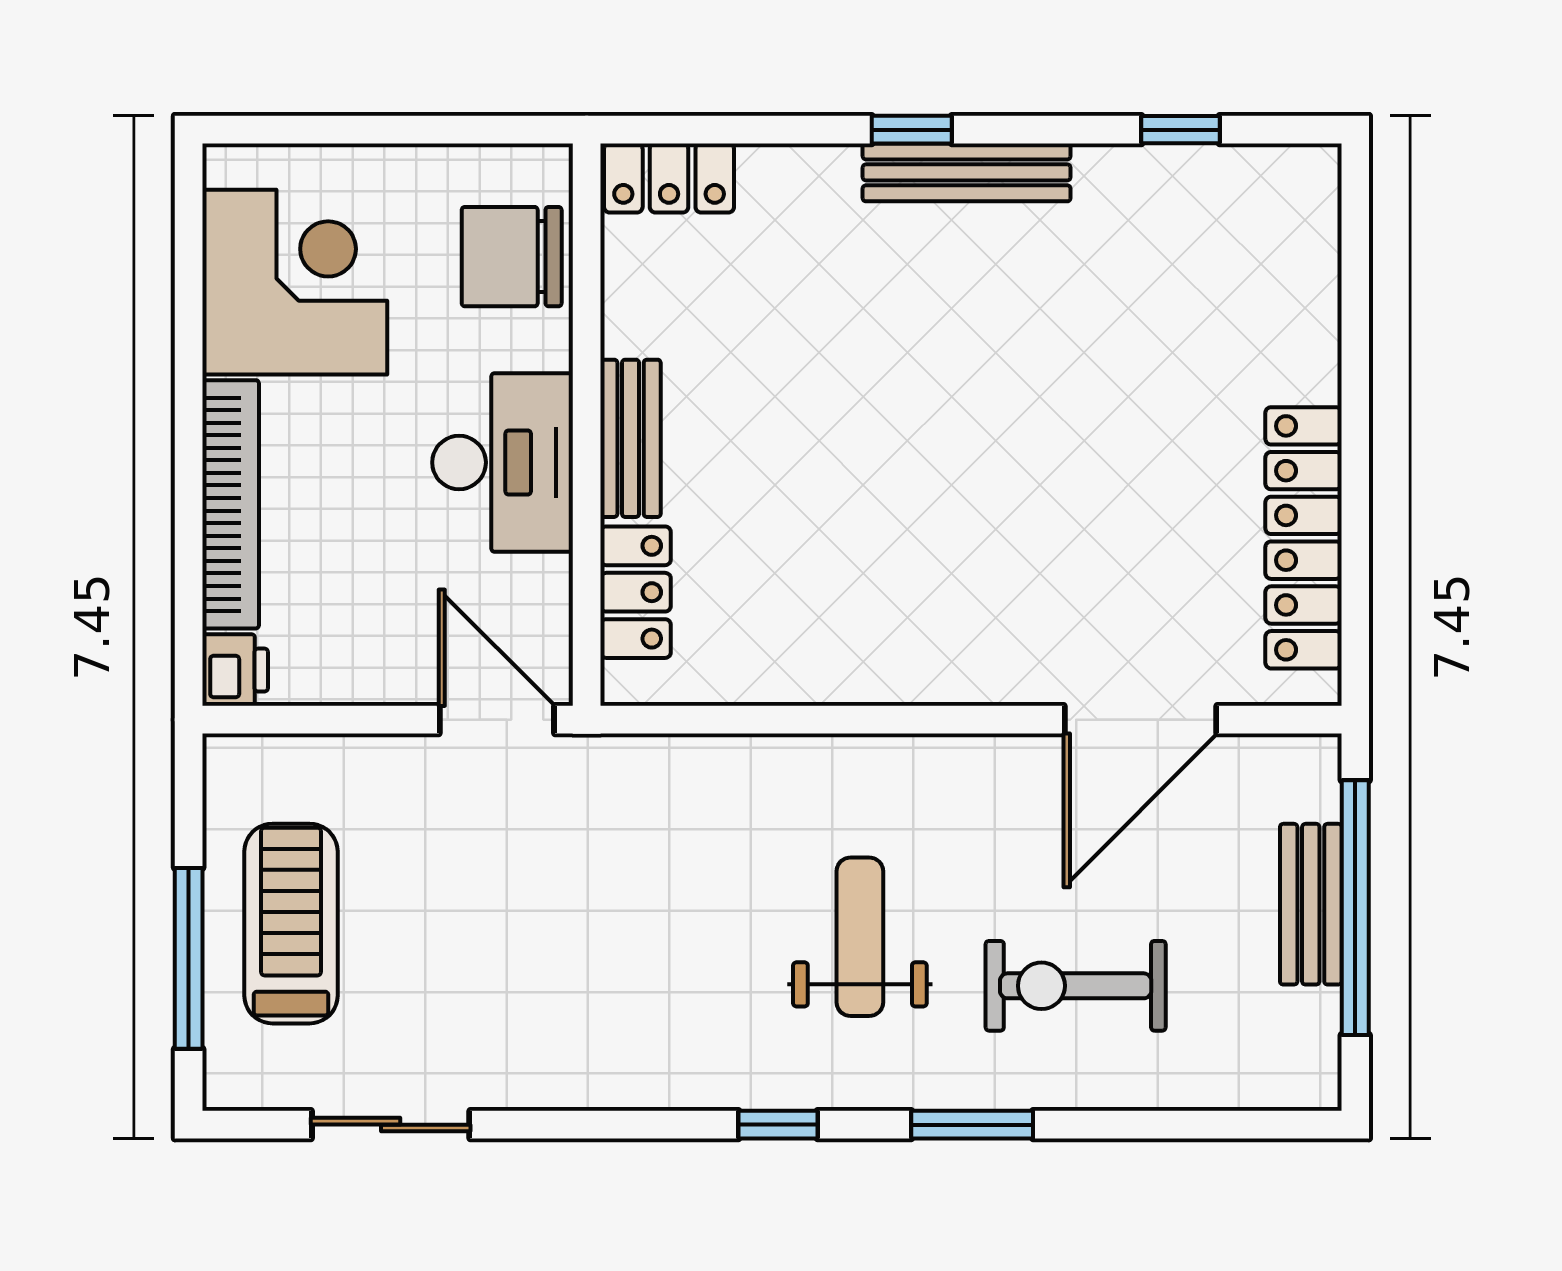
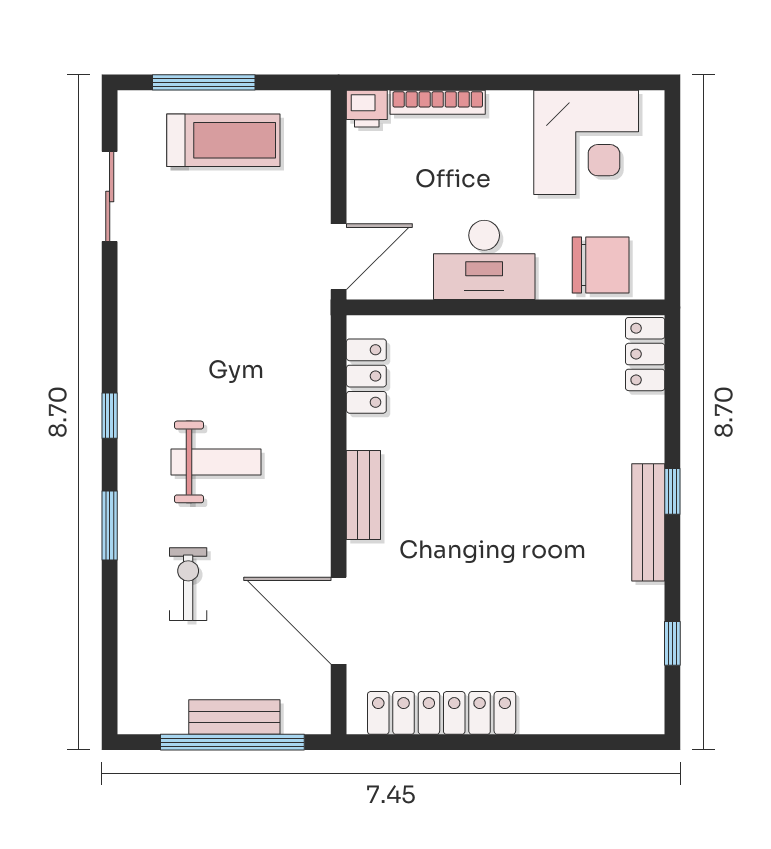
chair: (512, 257) -> (601, 265), turned 90
bench: (631, 438) -> (363, 495), moved, turned 90
bookcase: (231, 504) -> (438, 102), width x0.68, depth x0.76
locker: (636, 592) -> (366, 376), moved, turned -90
exercise bike: (1076, 986) -> (188, 584), width x0.73, depth x0.72

